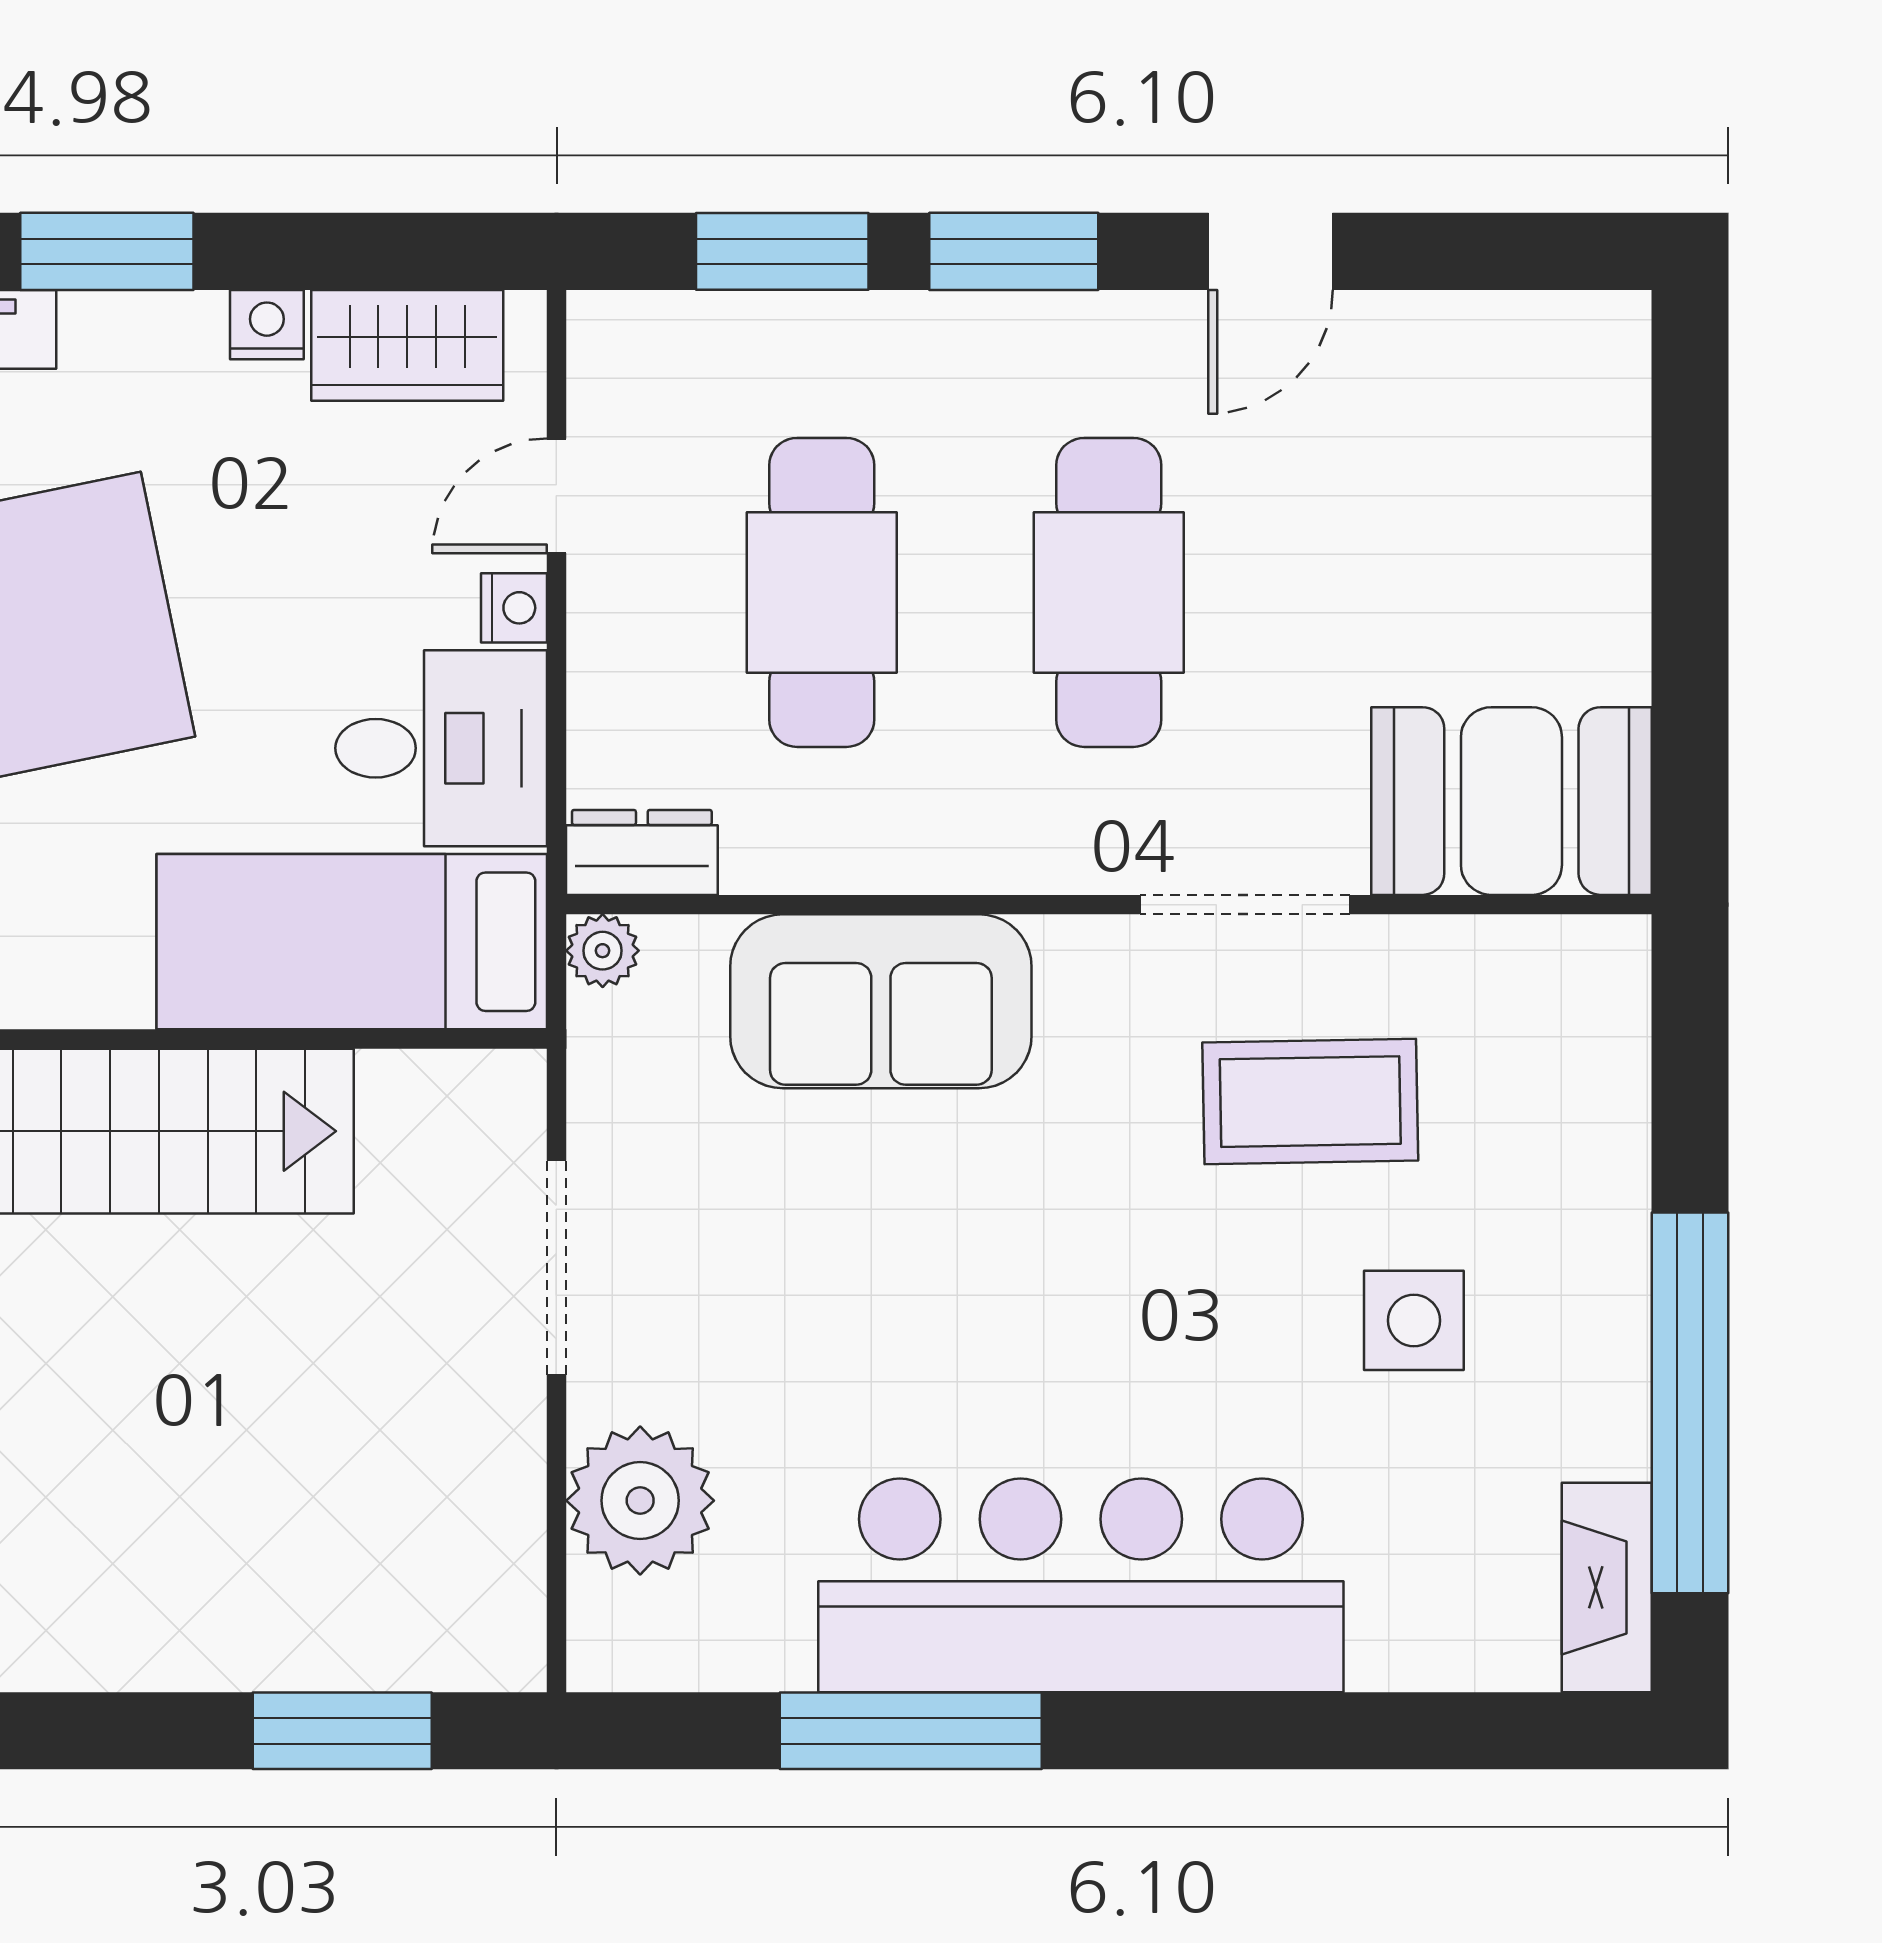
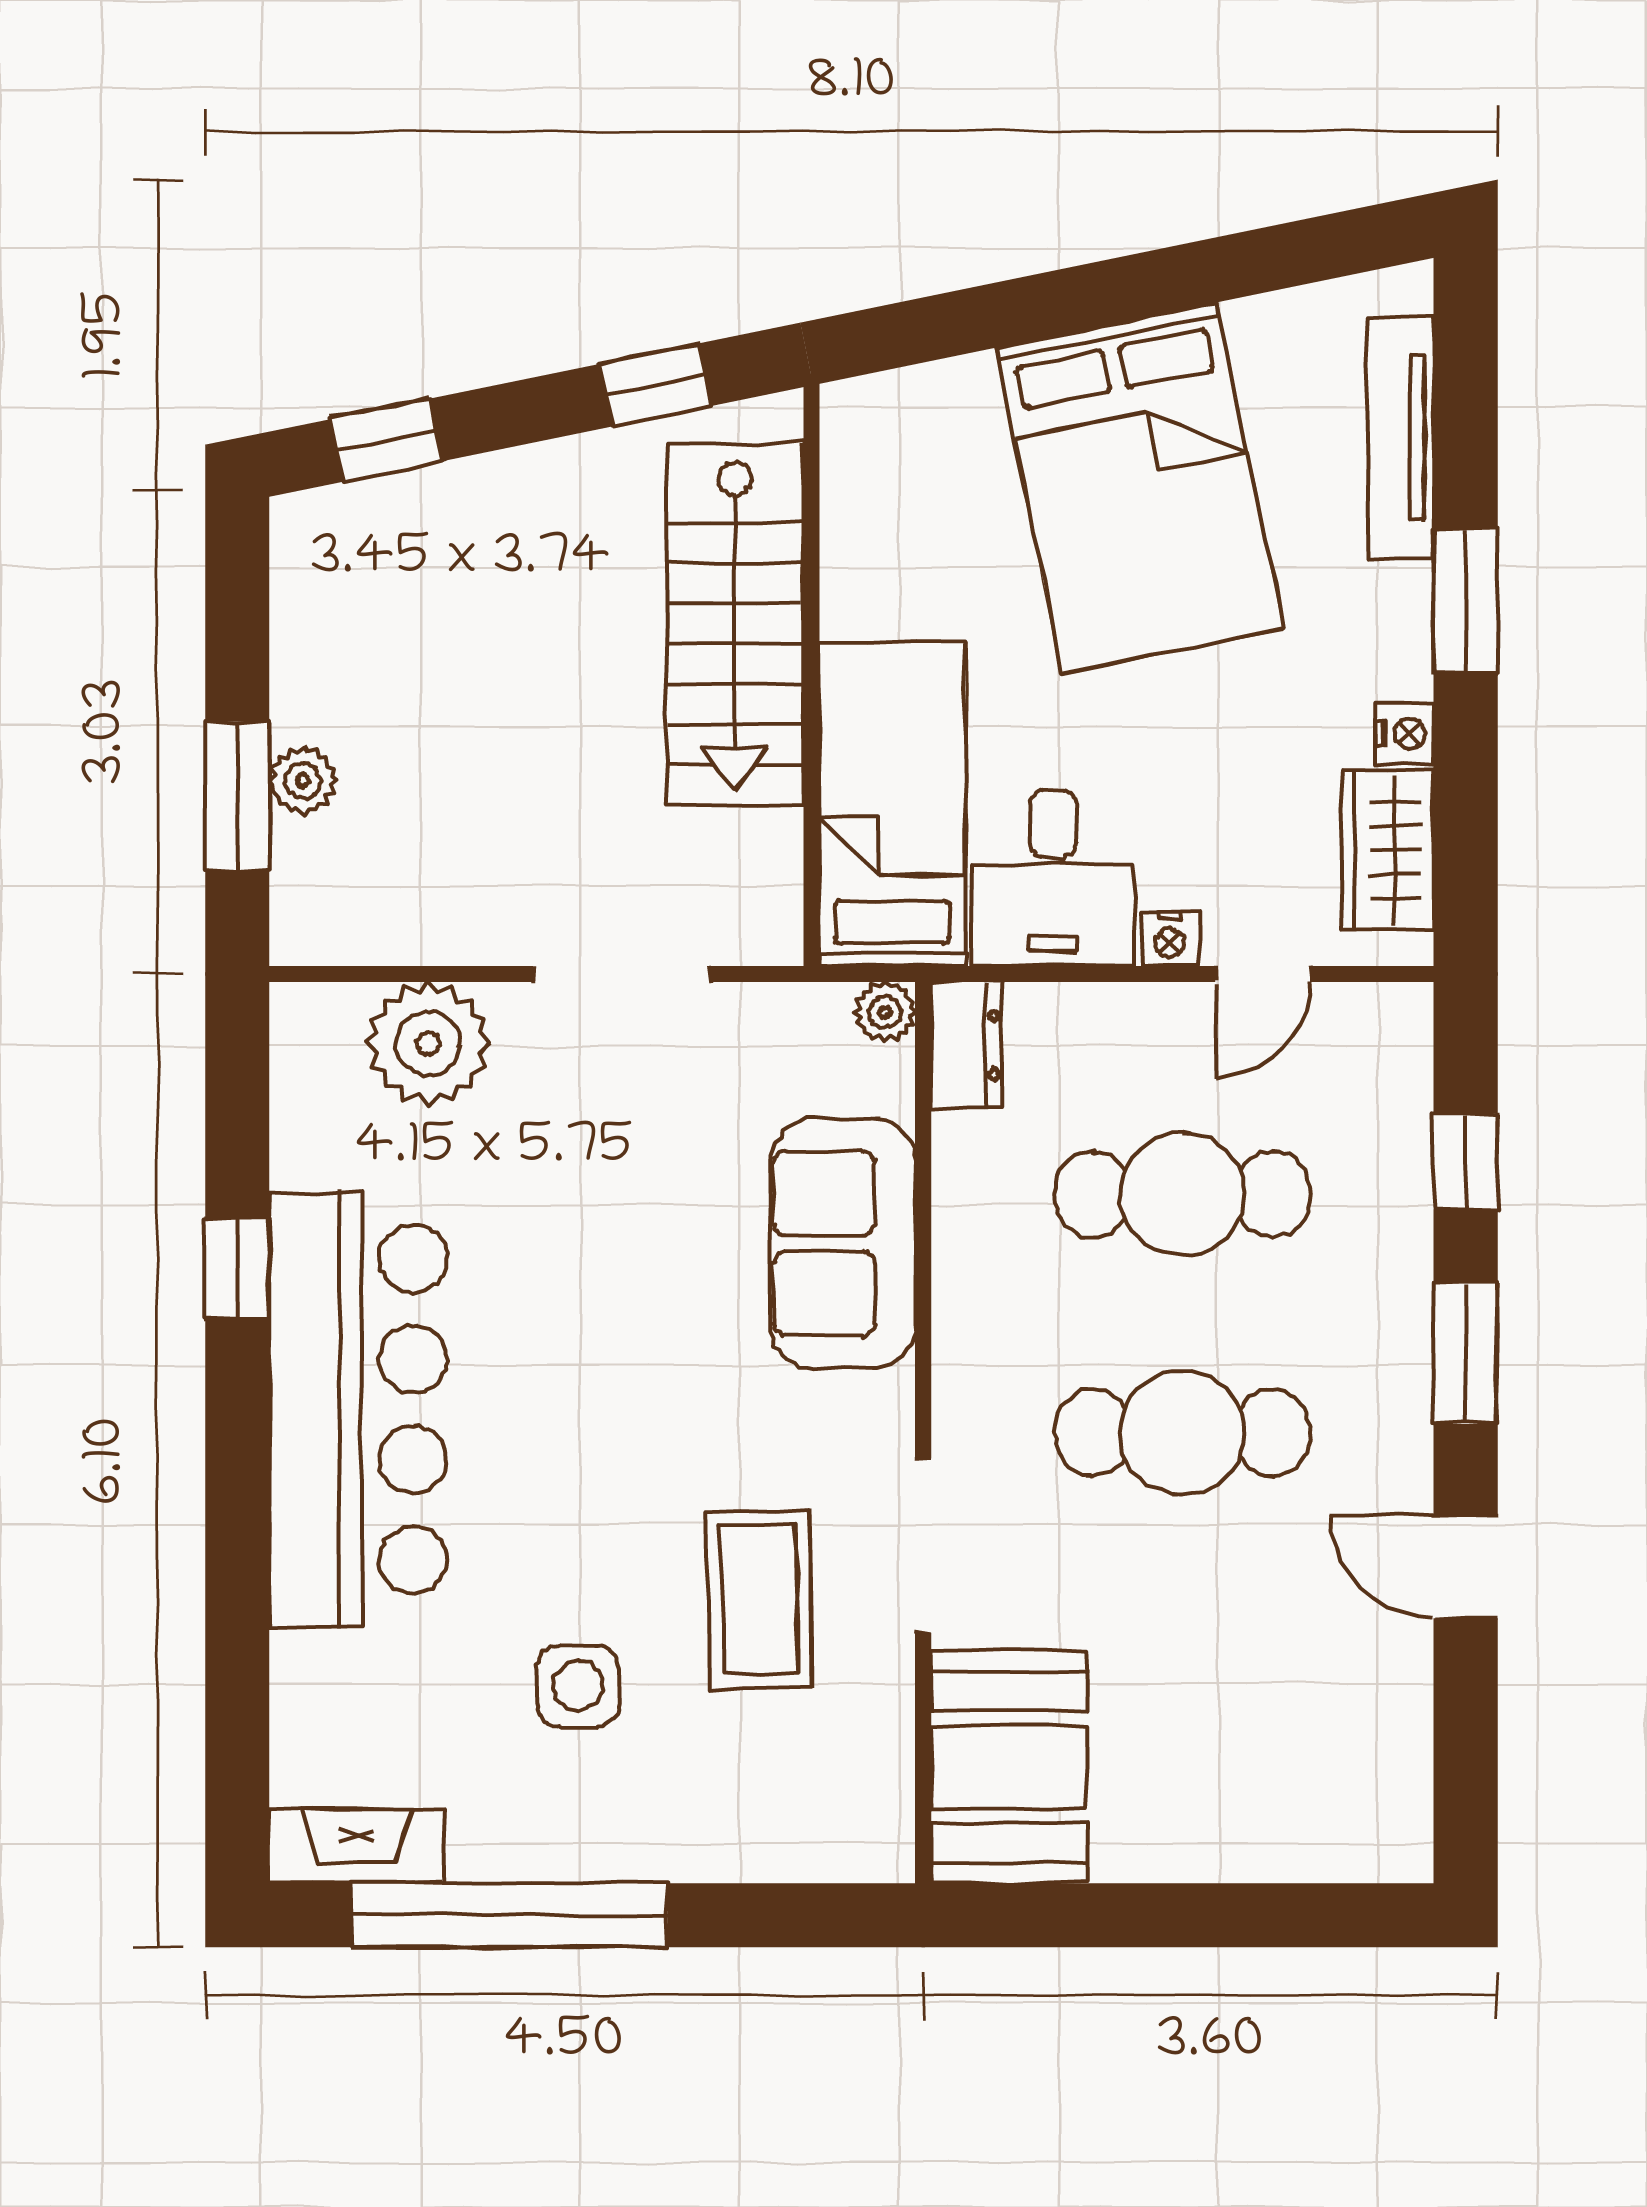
window: (782, 251) -> (1466, 1162), width x0.67
door: (556, 496) -> (1263, 974), swing flipped
plant: (324, 1652) -> (303, 781), added
window: (911, 1731) -> (237, 1268), width x0.46

